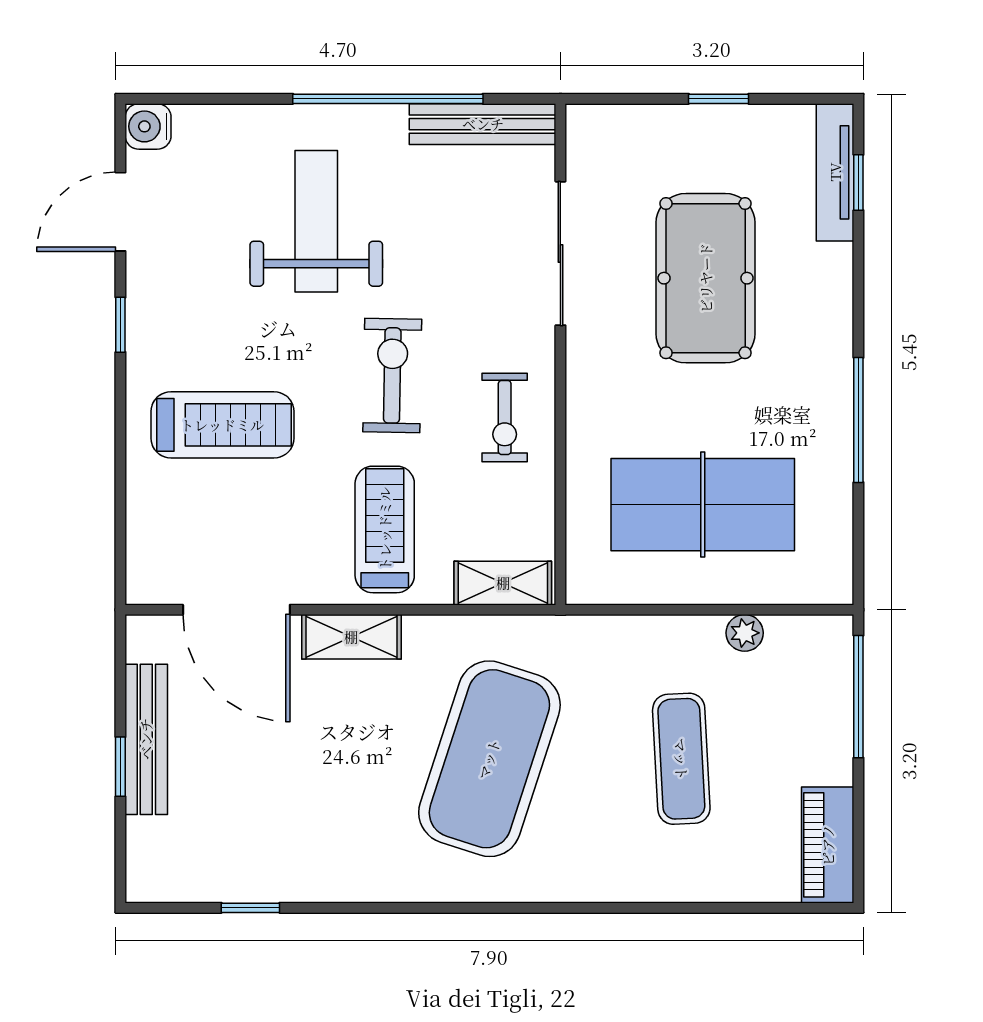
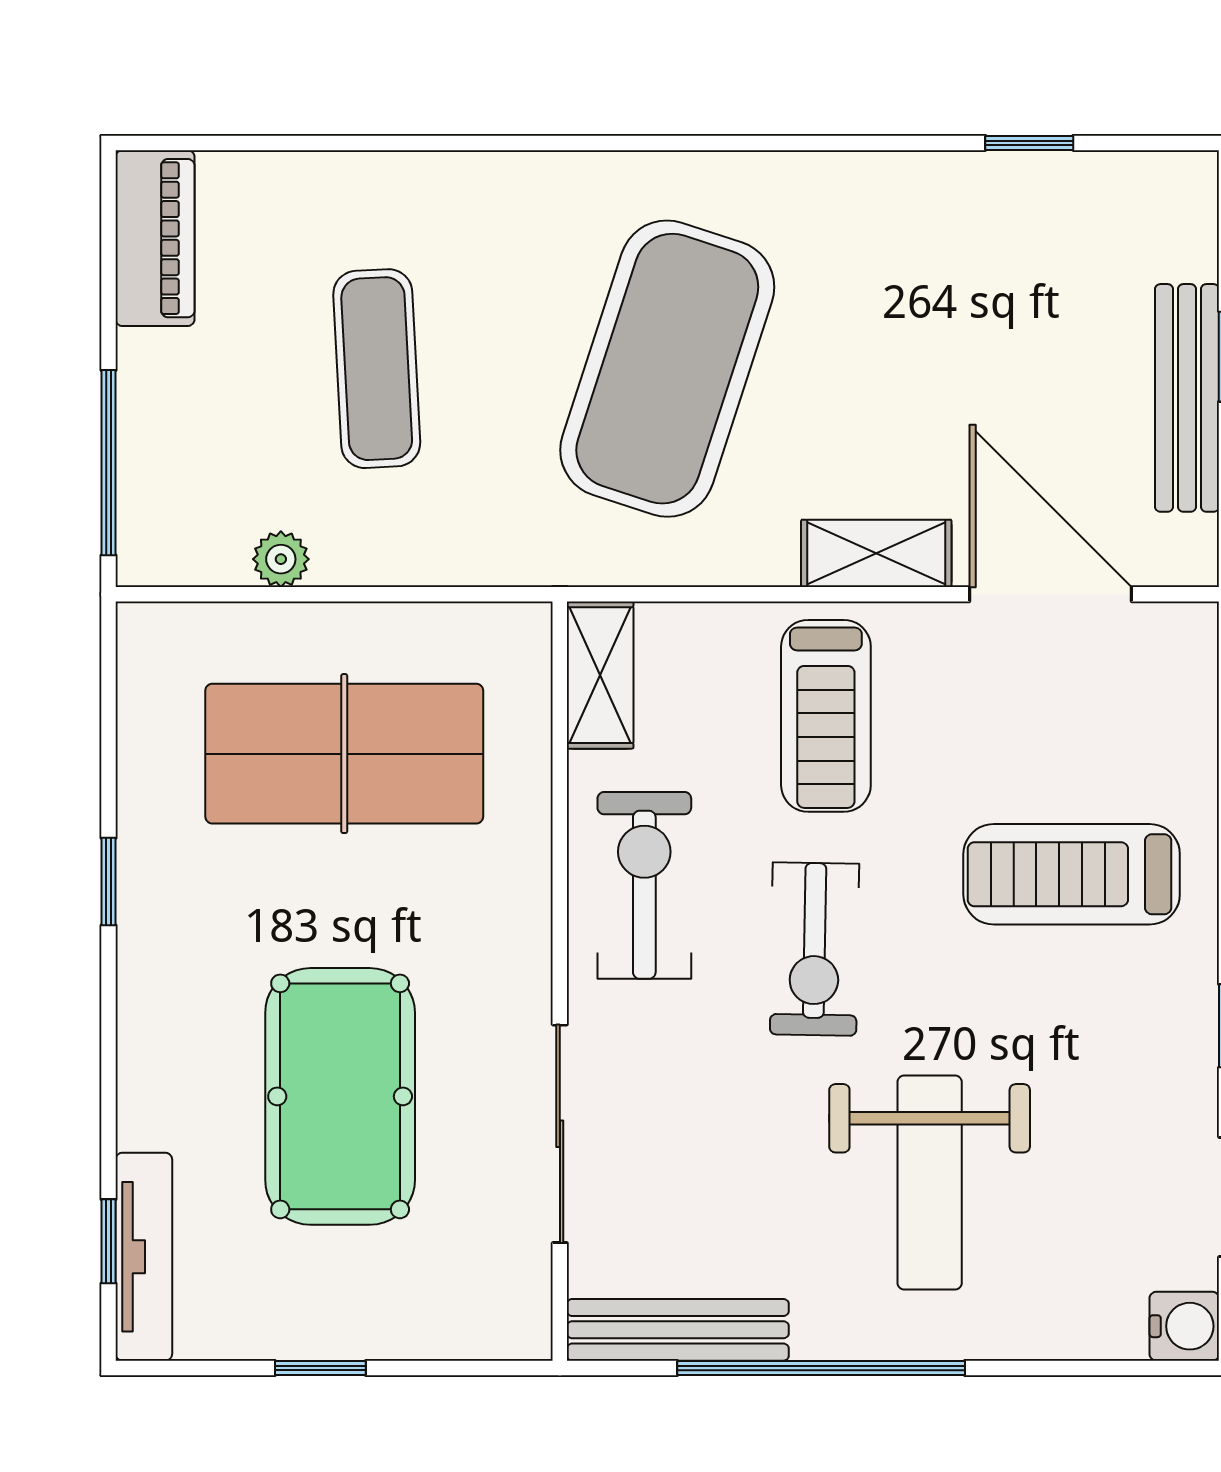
exercise bike: (505, 417) -> (644, 885), width x1.38, depth x1.39
window: (858, 420) -> (108, 882), width x0.46
shelving: (503, 583) -> (600, 675), moved, turned 90

